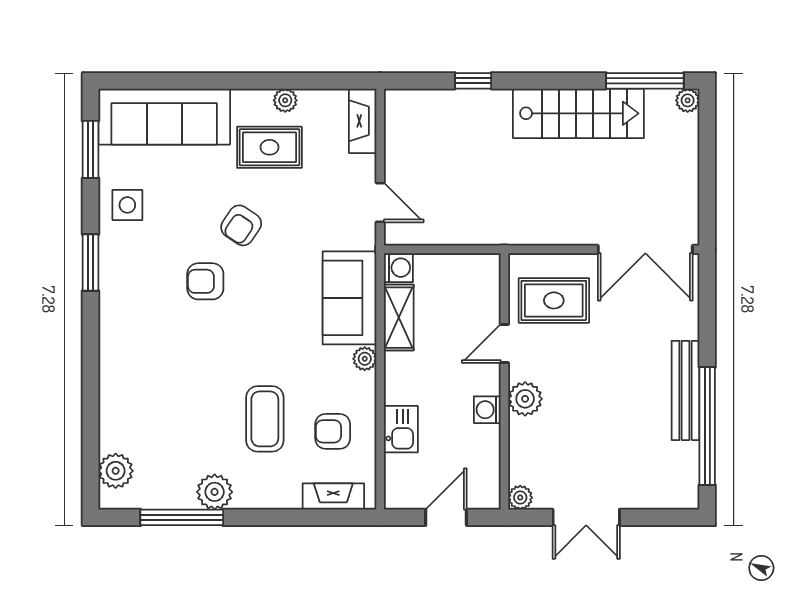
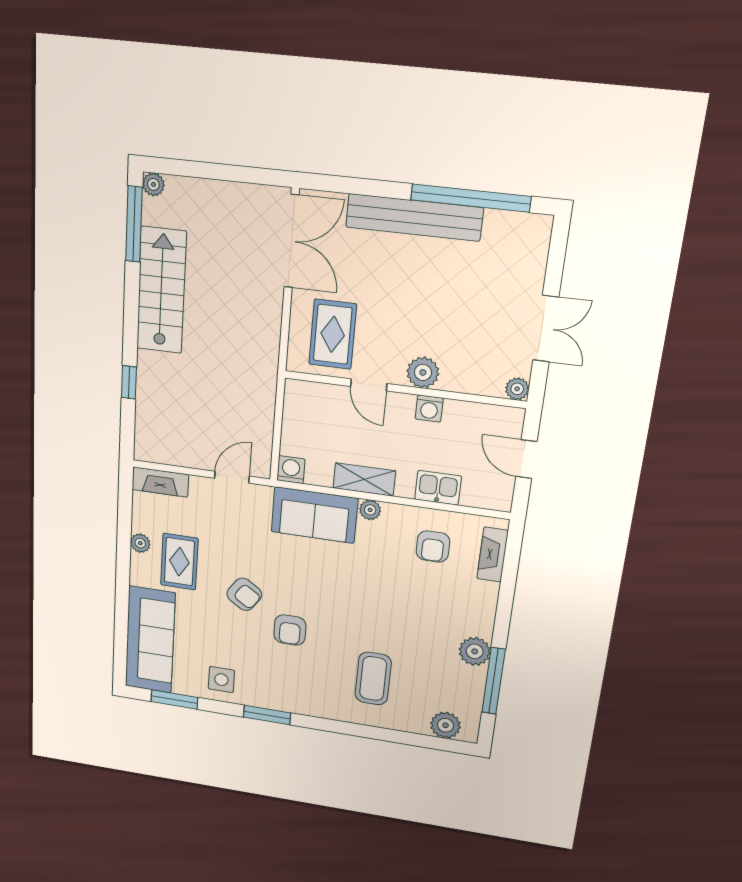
shelving: (399, 318) -> (364, 480), moved
bench: (686, 390) -> (414, 217), width x1.37, depth x1.21
coffee table: (265, 419) -> (373, 679), moved, turned 90

